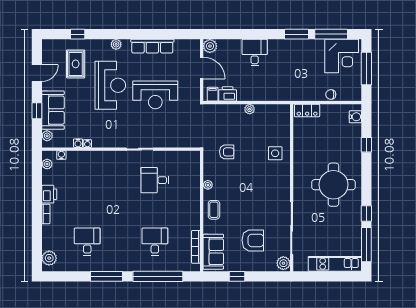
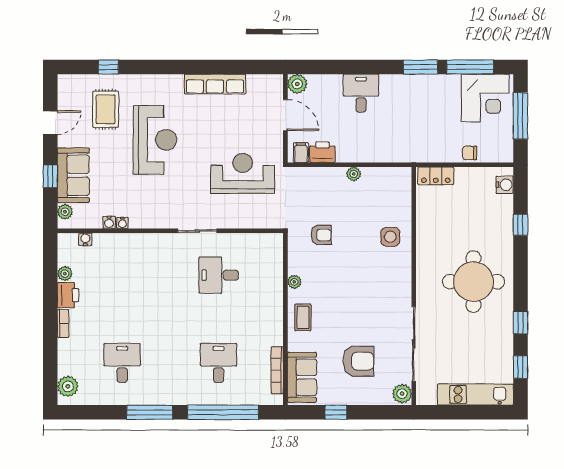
plant: (116, 44) -> (163, 82), removed
reception desk: (155, 95) -> (243, 173), moved, turned 180
plant: (47, 164) -> (65, 274), moved
window: (366, 245) -> (520, 367), width x0.46

